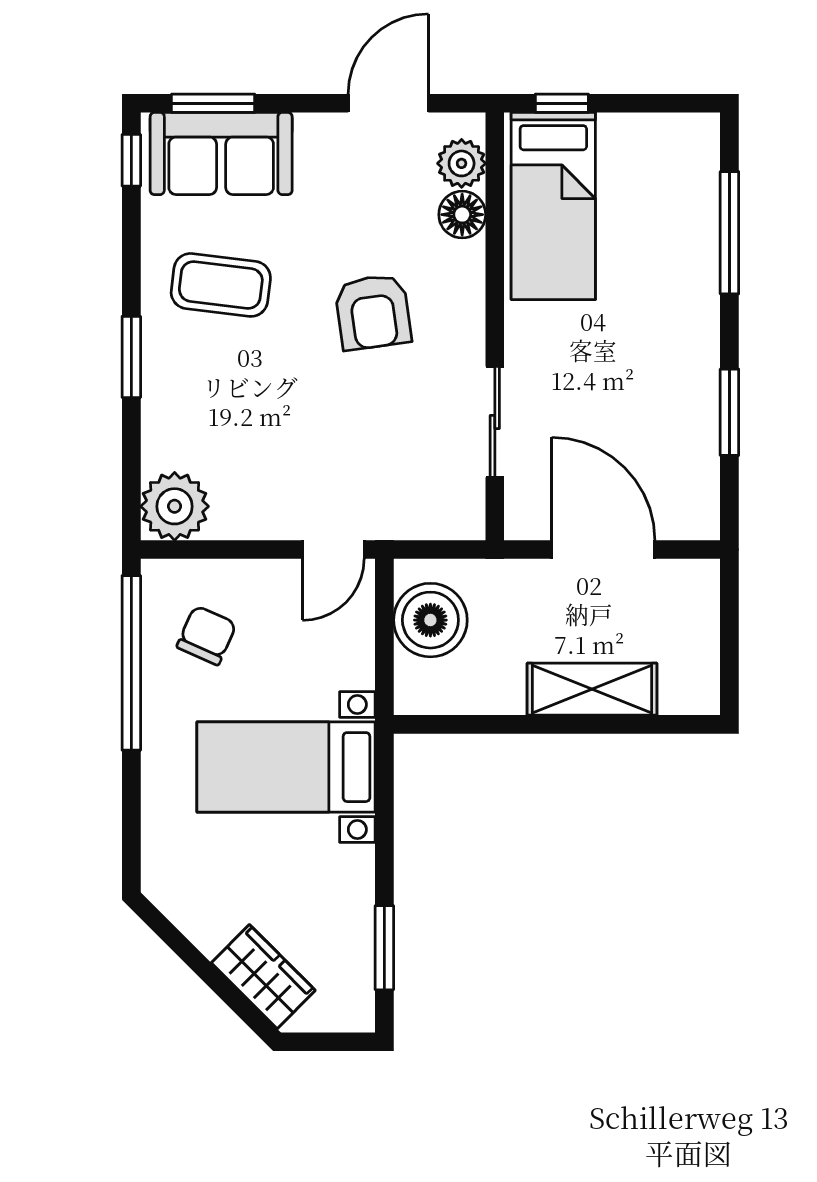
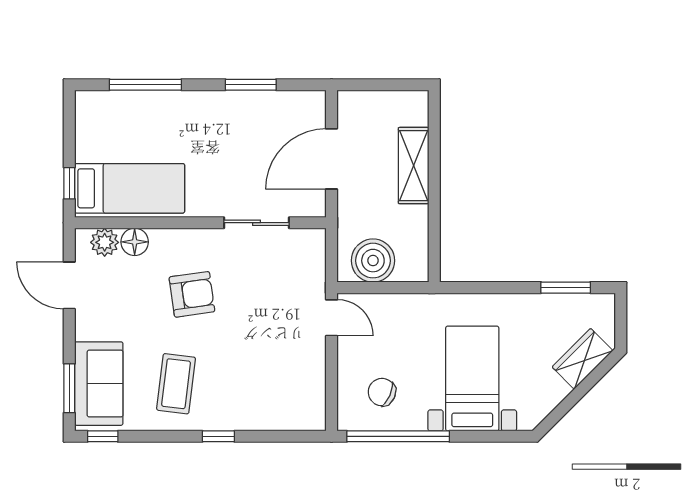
window: (131, 357) -> (218, 436), width x0.67
plant: (175, 506) -> (306, 411), removed
bed with nightstands: (286, 767) -> (472, 379), moved, turned 180

